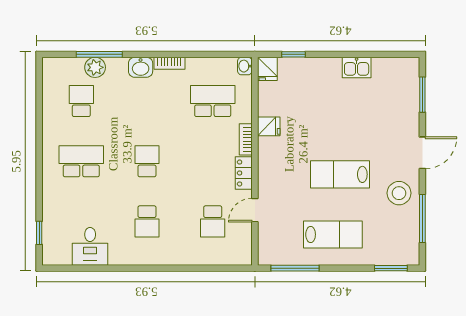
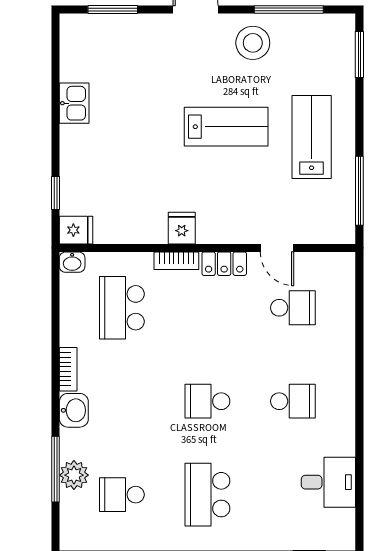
fridge: (269, 126) -> (182, 228), moved
lab bench: (340, 174) -> (226, 127), turned -90

